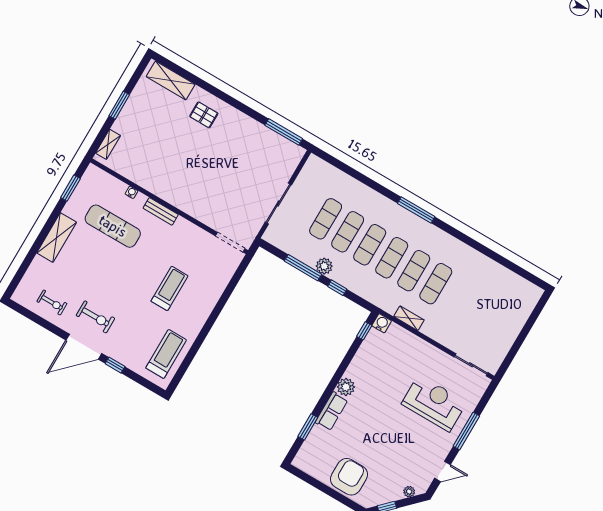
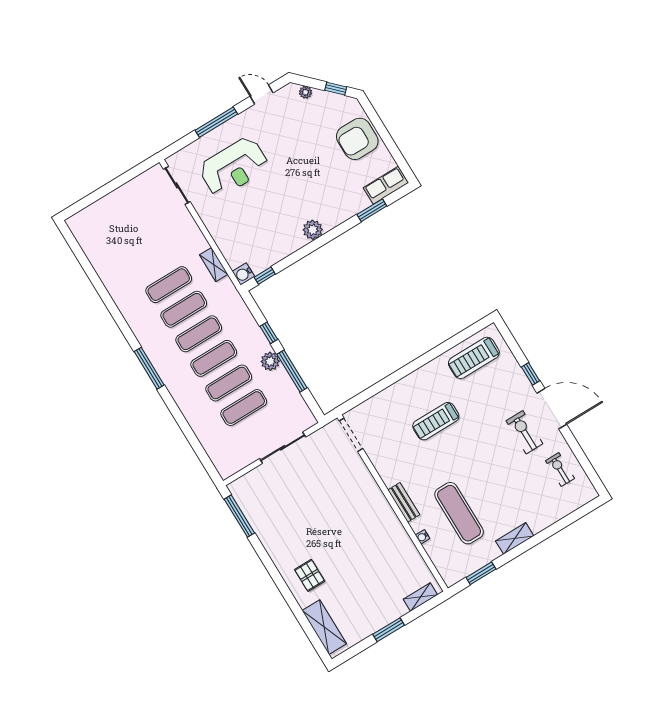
shelving: (57, 238) -> (515, 538), width x0.67, depth x0.75
reception desk: (434, 403) -> (234, 167), turned -90
row of seats: (331, 411) -> (386, 185), moved

